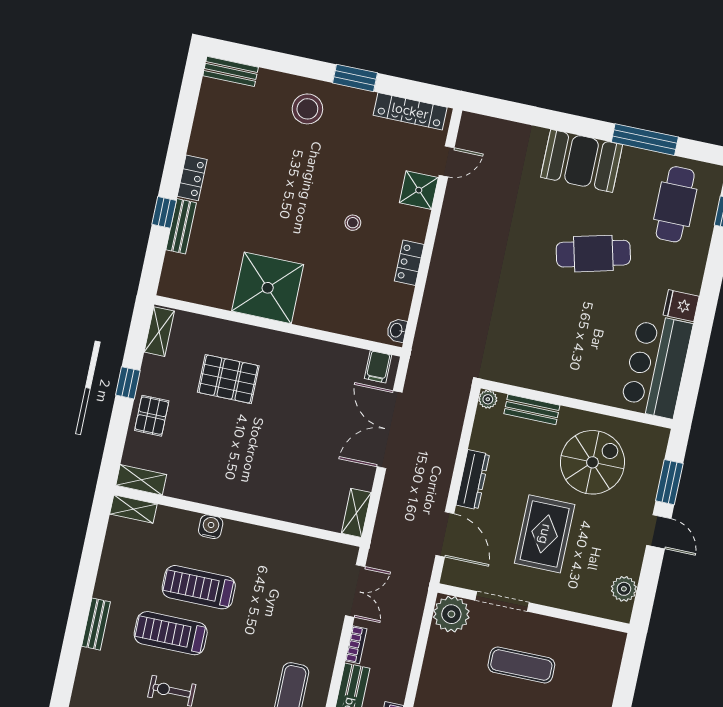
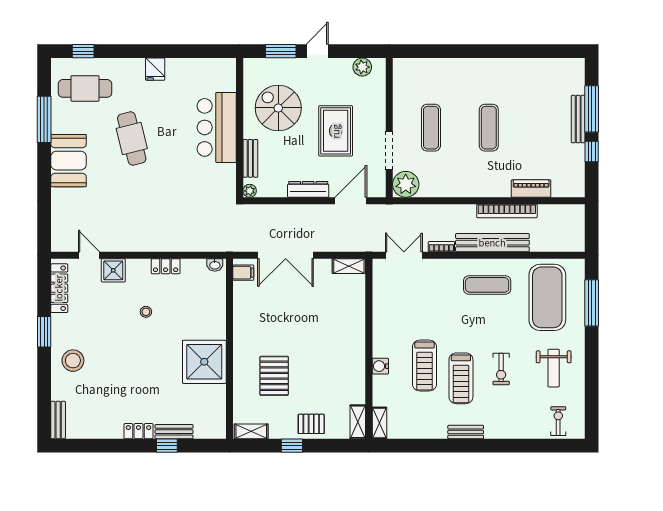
bar counter: (657, 366) -> (217, 127), moved, turned 90
rug: (545, 534) -> (336, 131), turned 90

